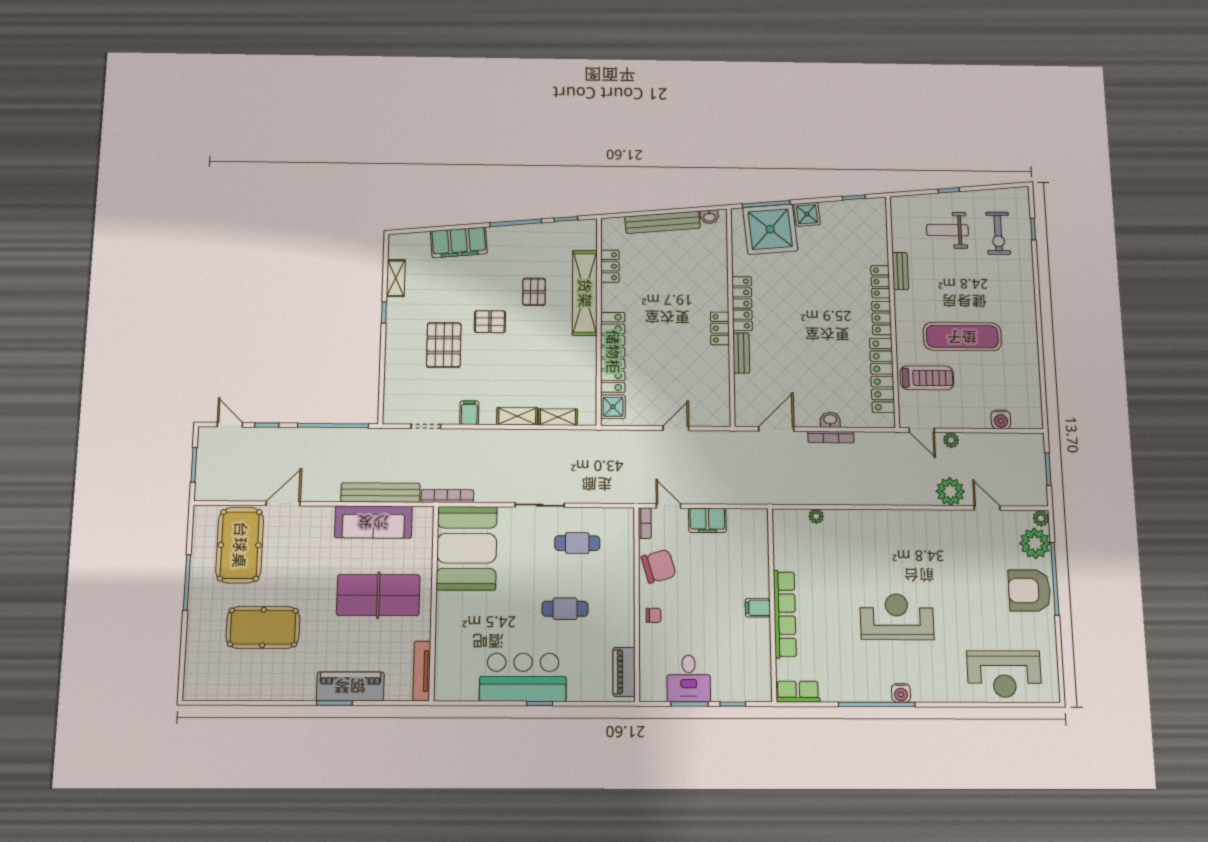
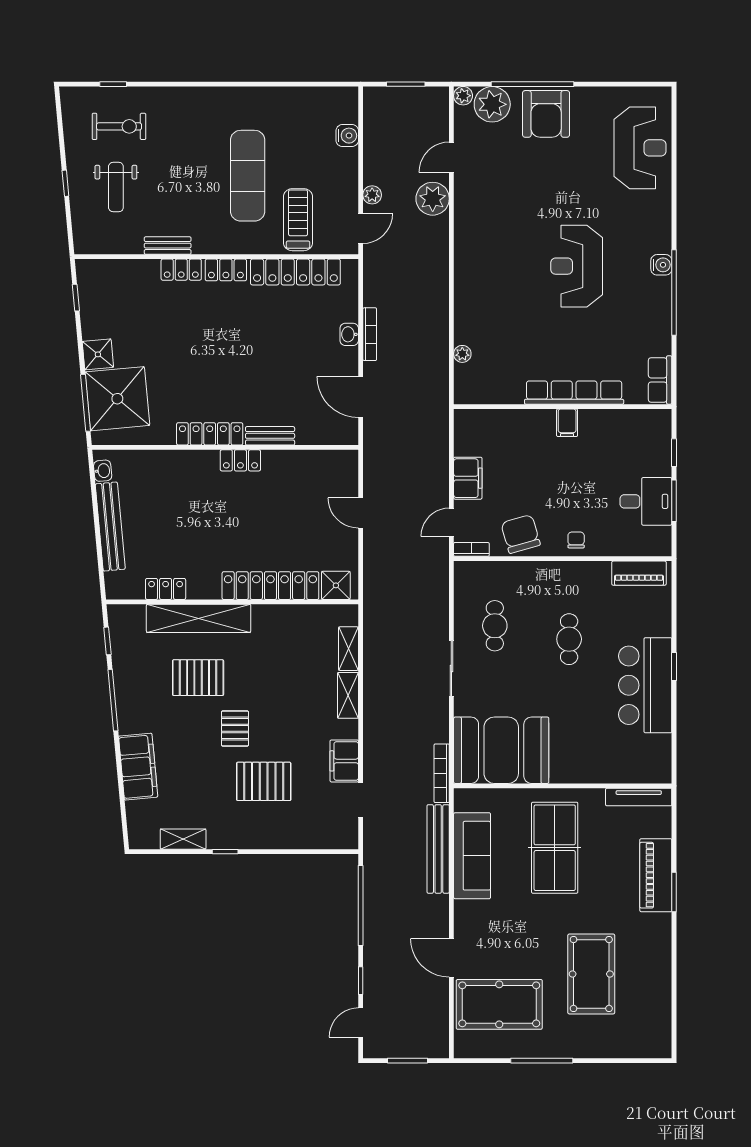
pallet: (534, 292) -> (198, 678), width x1.50, depth x1.42
filing cabinet: (469, 413) -> (344, 761), width x2.00

